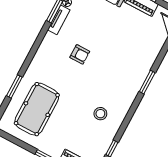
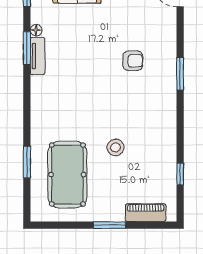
armchair: (80, 54) -> (133, 61), moved
stool: (100, 114) -> (115, 147), moved

